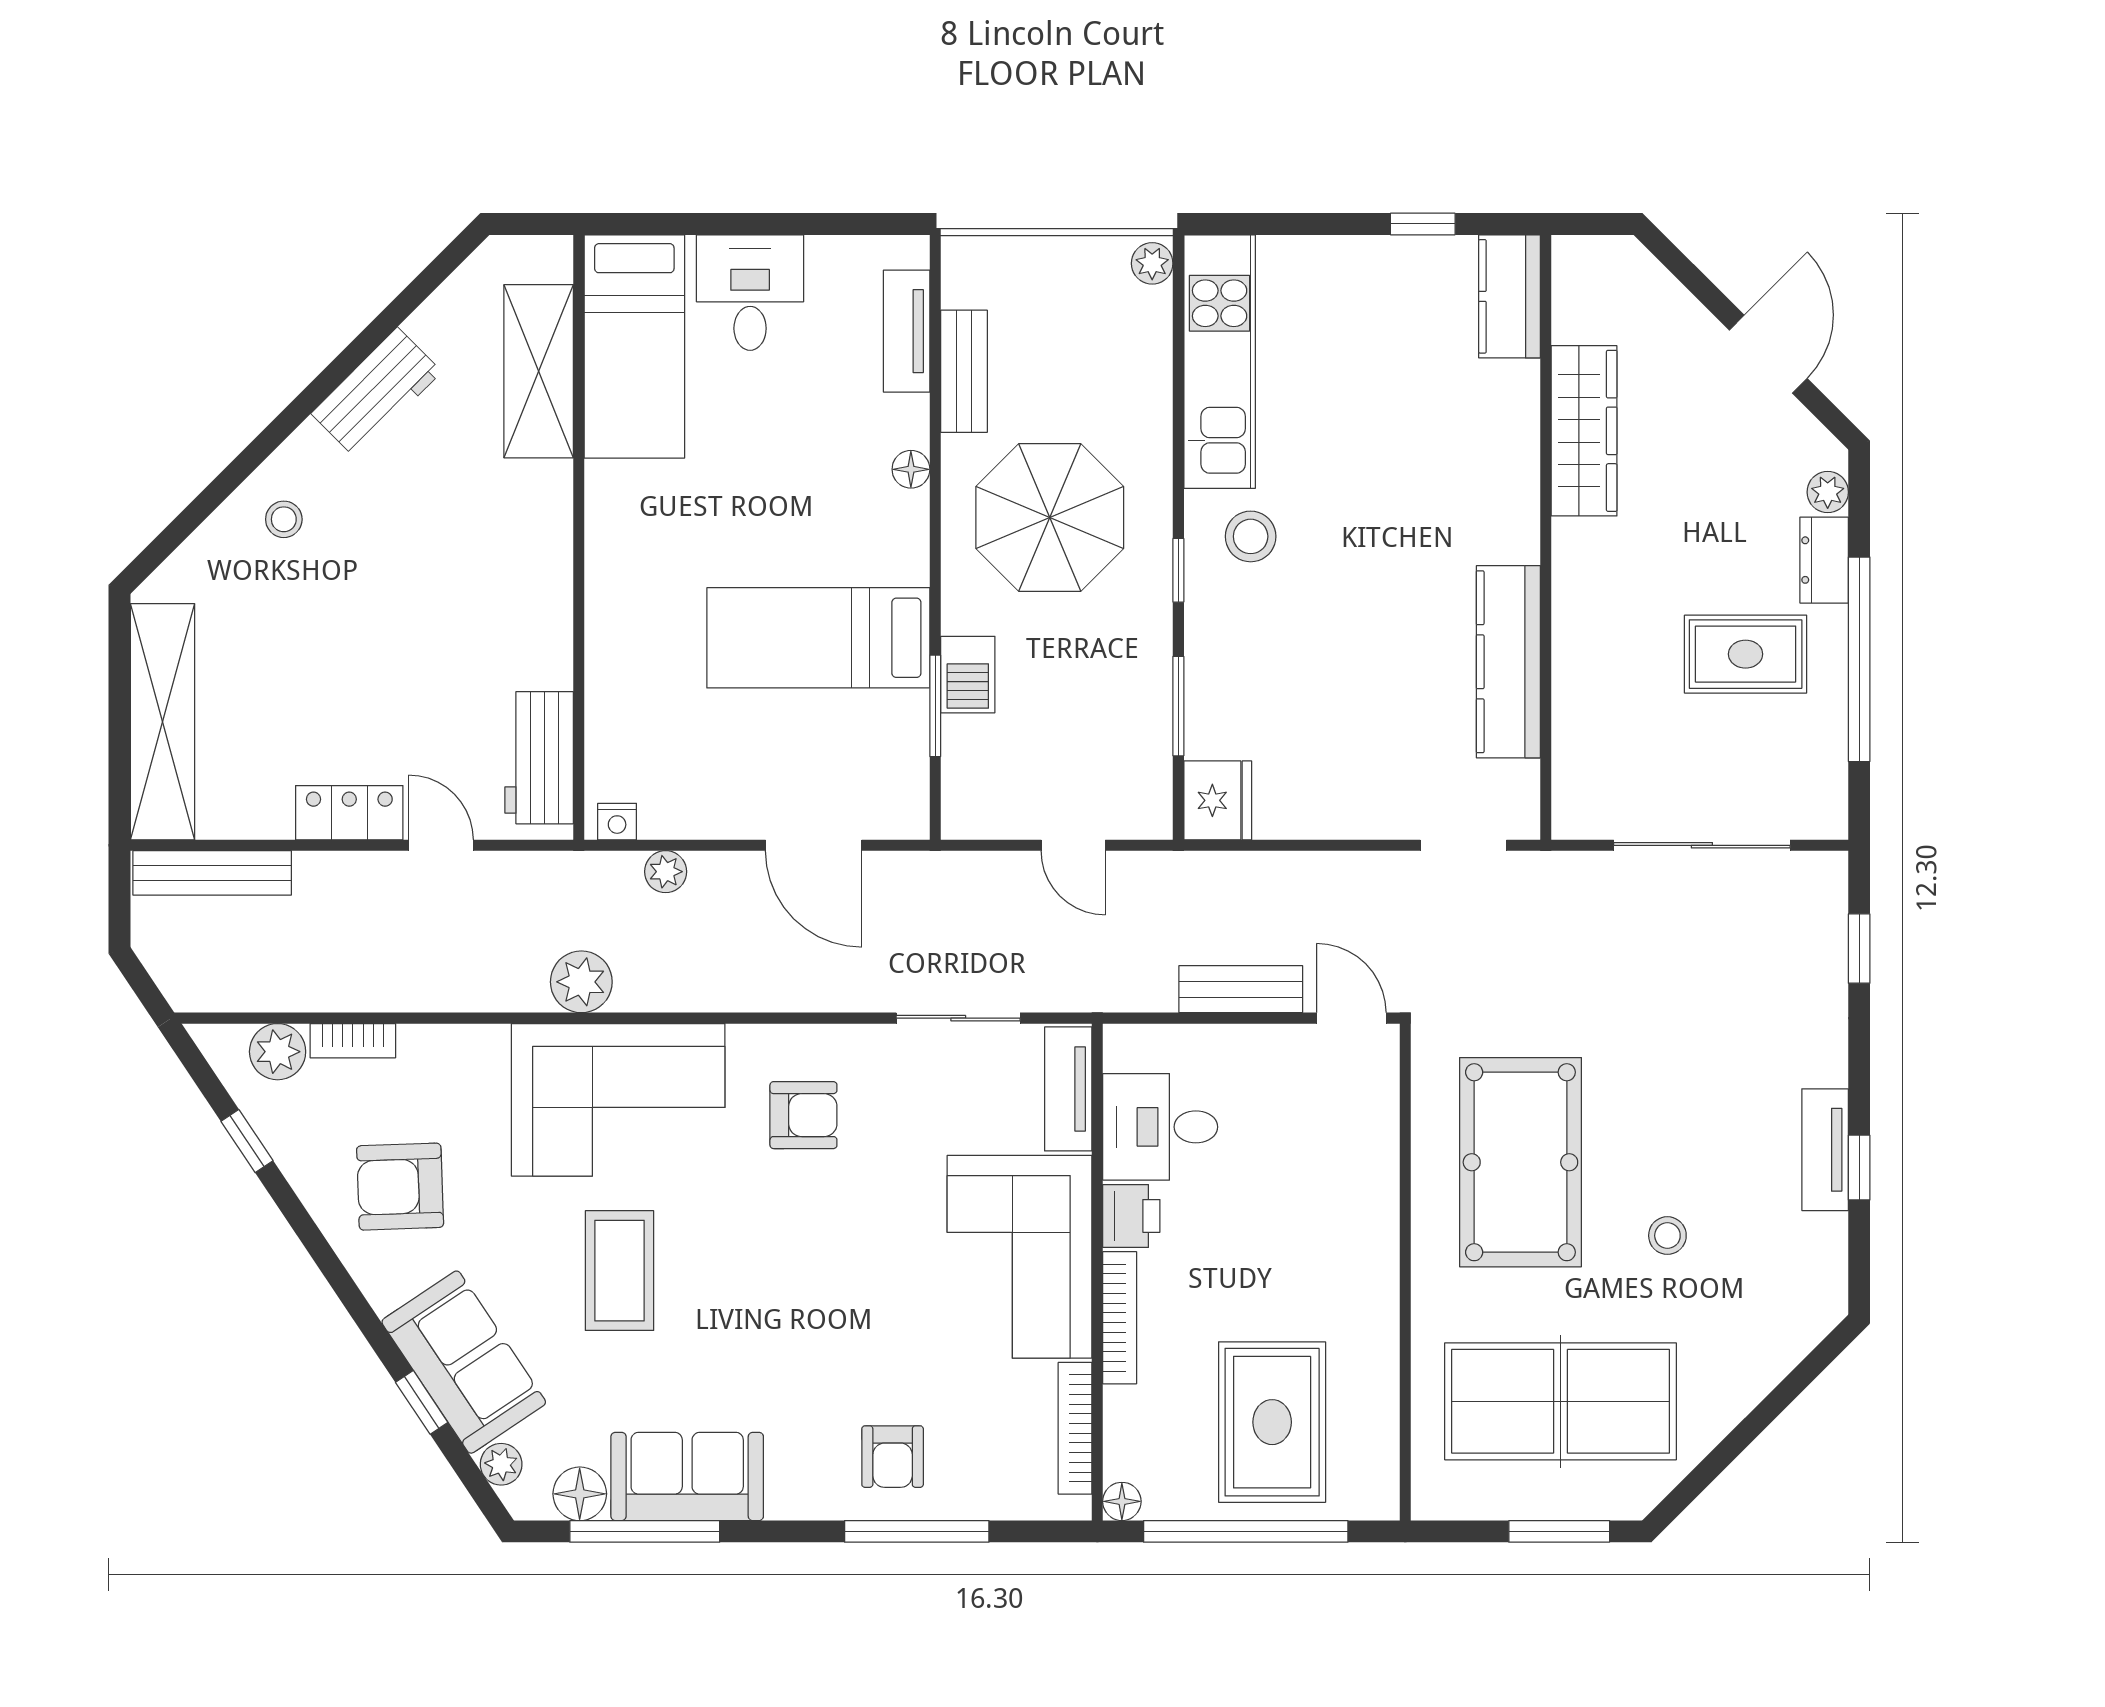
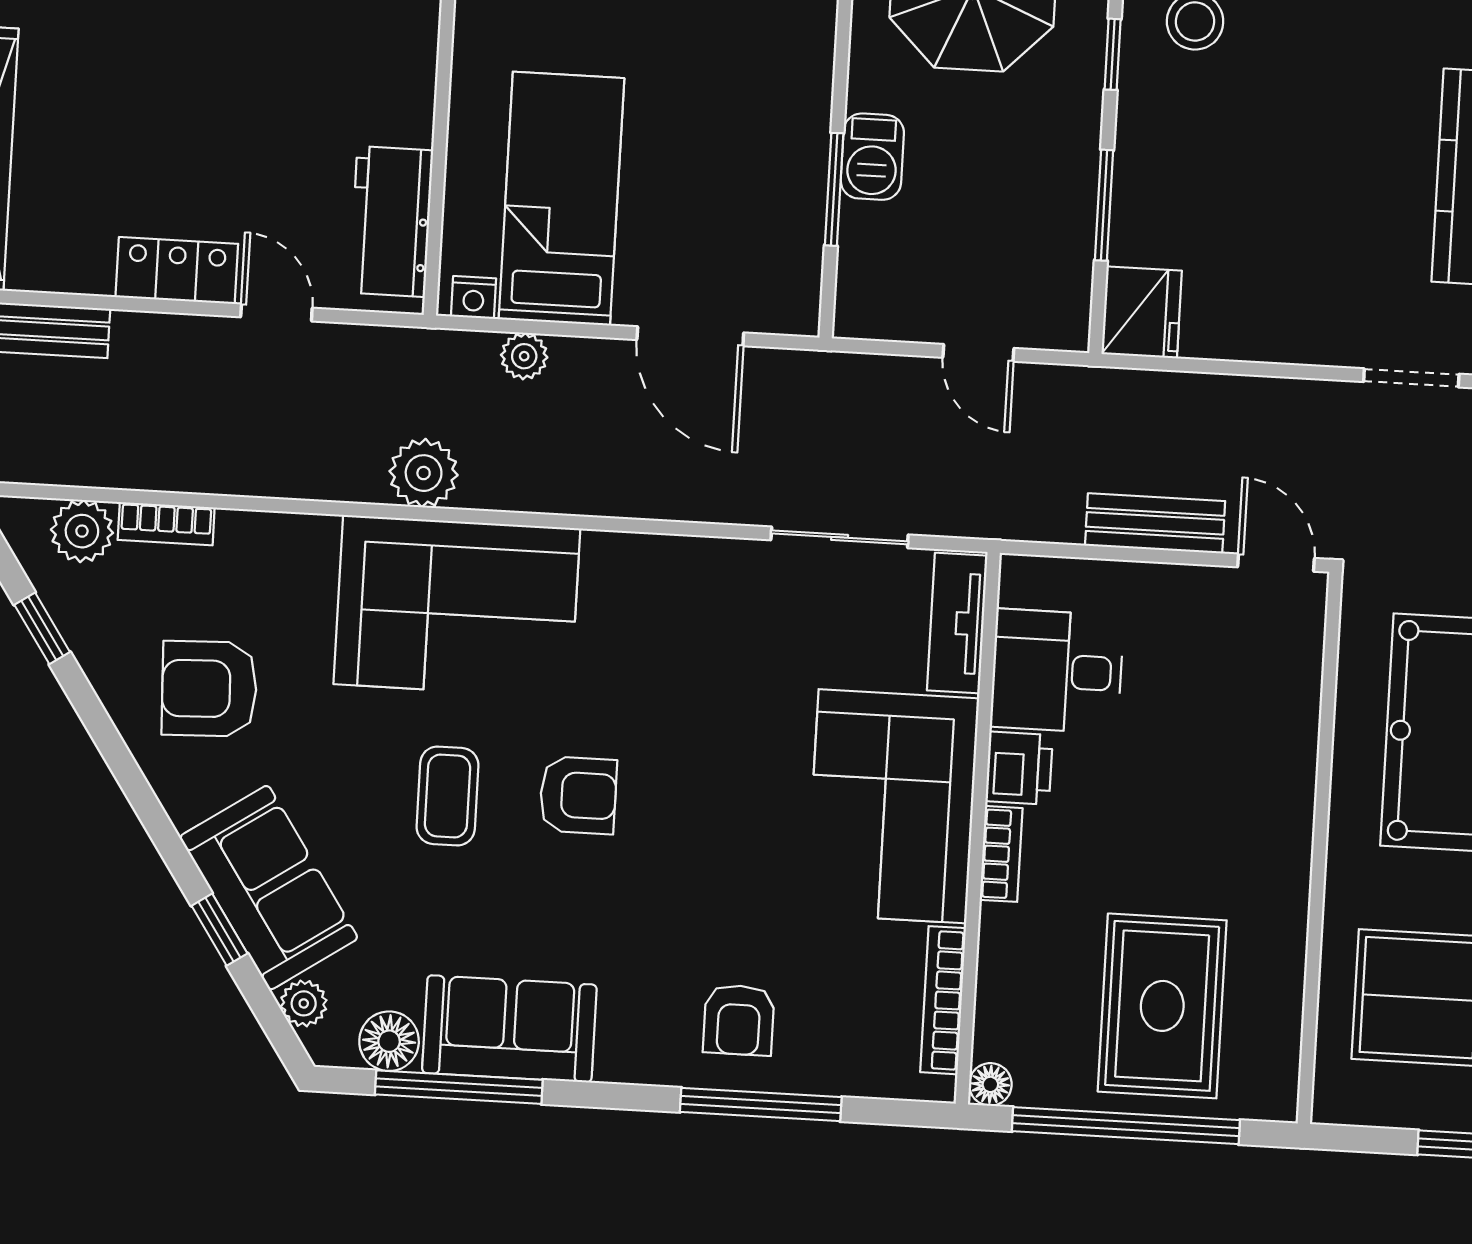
bed: (818, 638) -> (561, 199), moved, turned 90
armchair: (803, 1115) -> (578, 795), moved
coffee table: (619, 1271) -> (447, 796), width x0.73, depth x0.77
bookcase: (1120, 1318) -> (1001, 854), width x0.64

